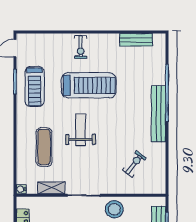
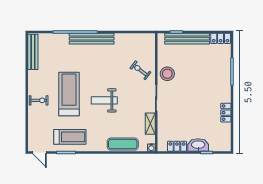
bench: (136, 40) -> (33, 52), width x1.36
exercise mat: (44, 147) -> (123, 144), moved
exercise bike: (134, 164) -> (140, 70), moved

